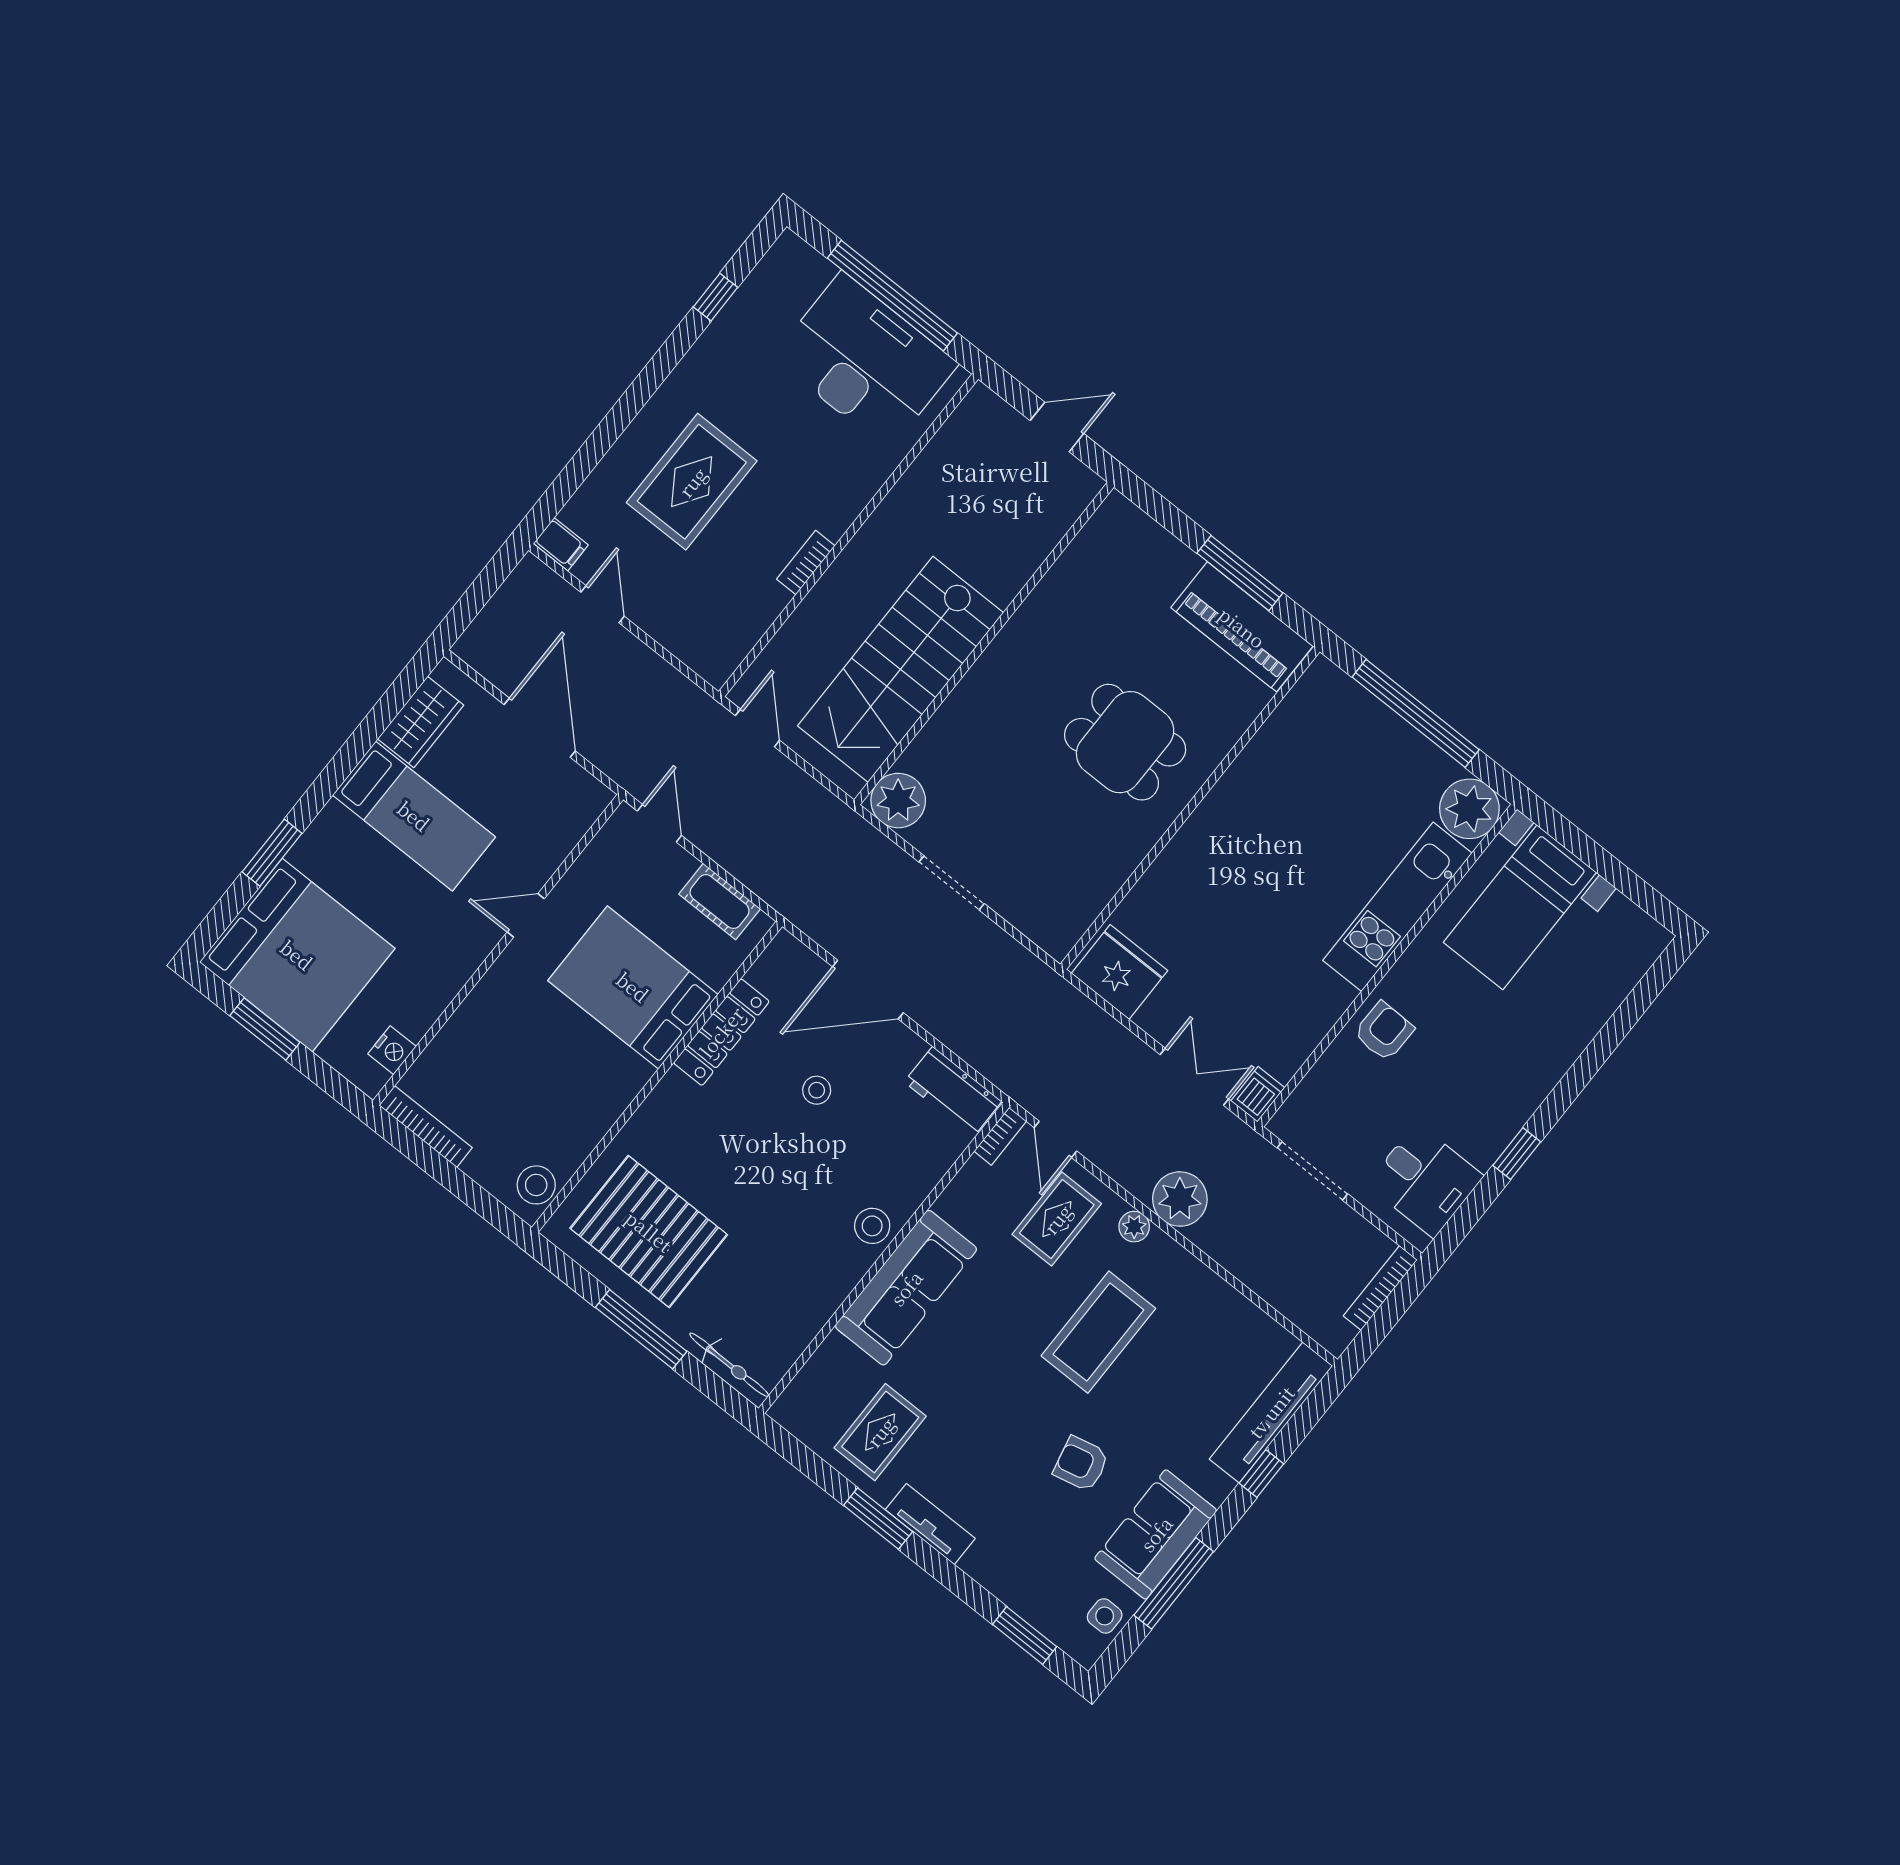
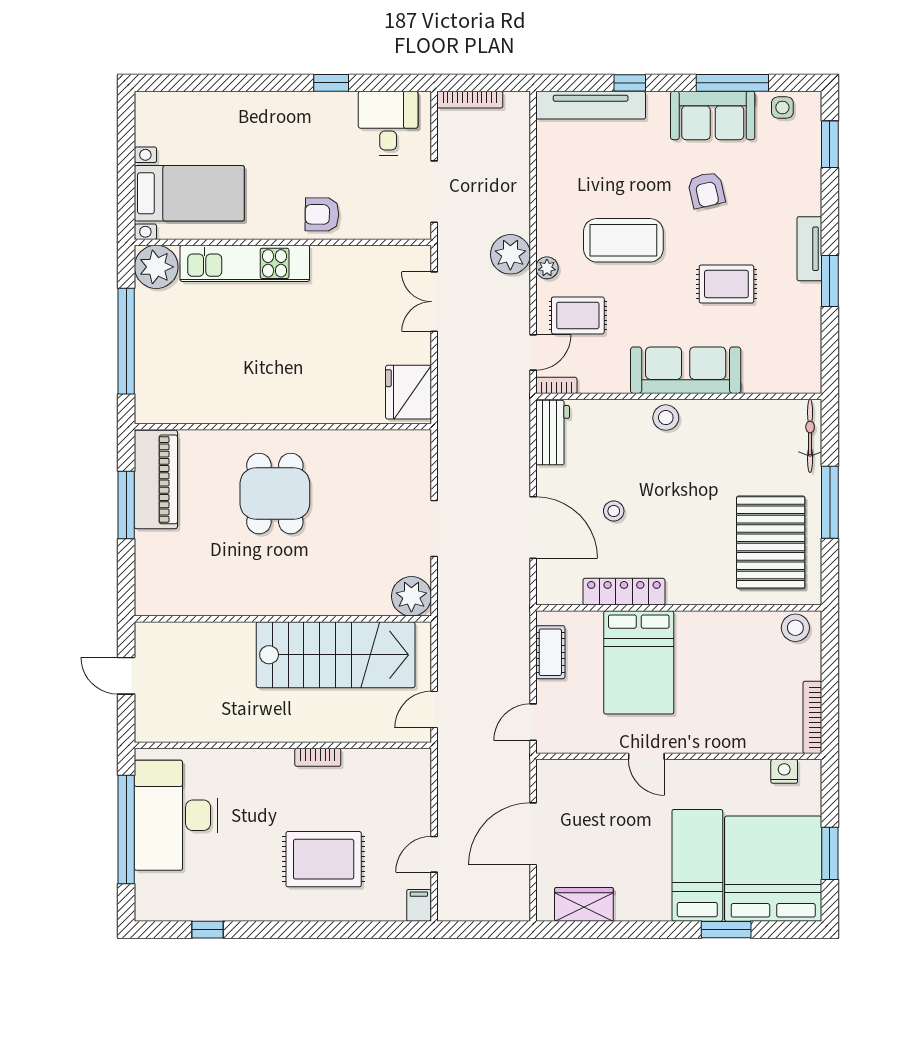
bed: (414, 816) -> (697, 865), moved
dishwasher: (1258, 1094) -> (415, 258), removed
rug: (880, 1432) -> (726, 284), moved

